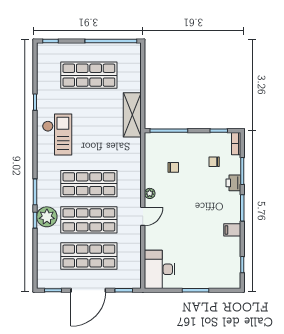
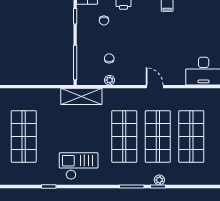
shelving: (132, 115) -> (81, 96), moved
plant: (150, 193) -> (109, 80), moved
plant: (47, 217) -> (159, 180), width x0.53, depth x0.53

